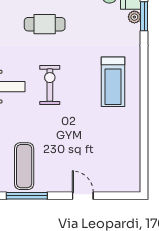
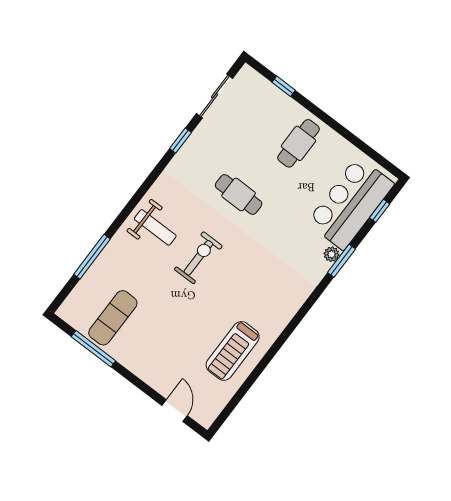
treadmill: (113, 82) -> (233, 351), moved
door: (83, 196) -> (175, 411), moved

